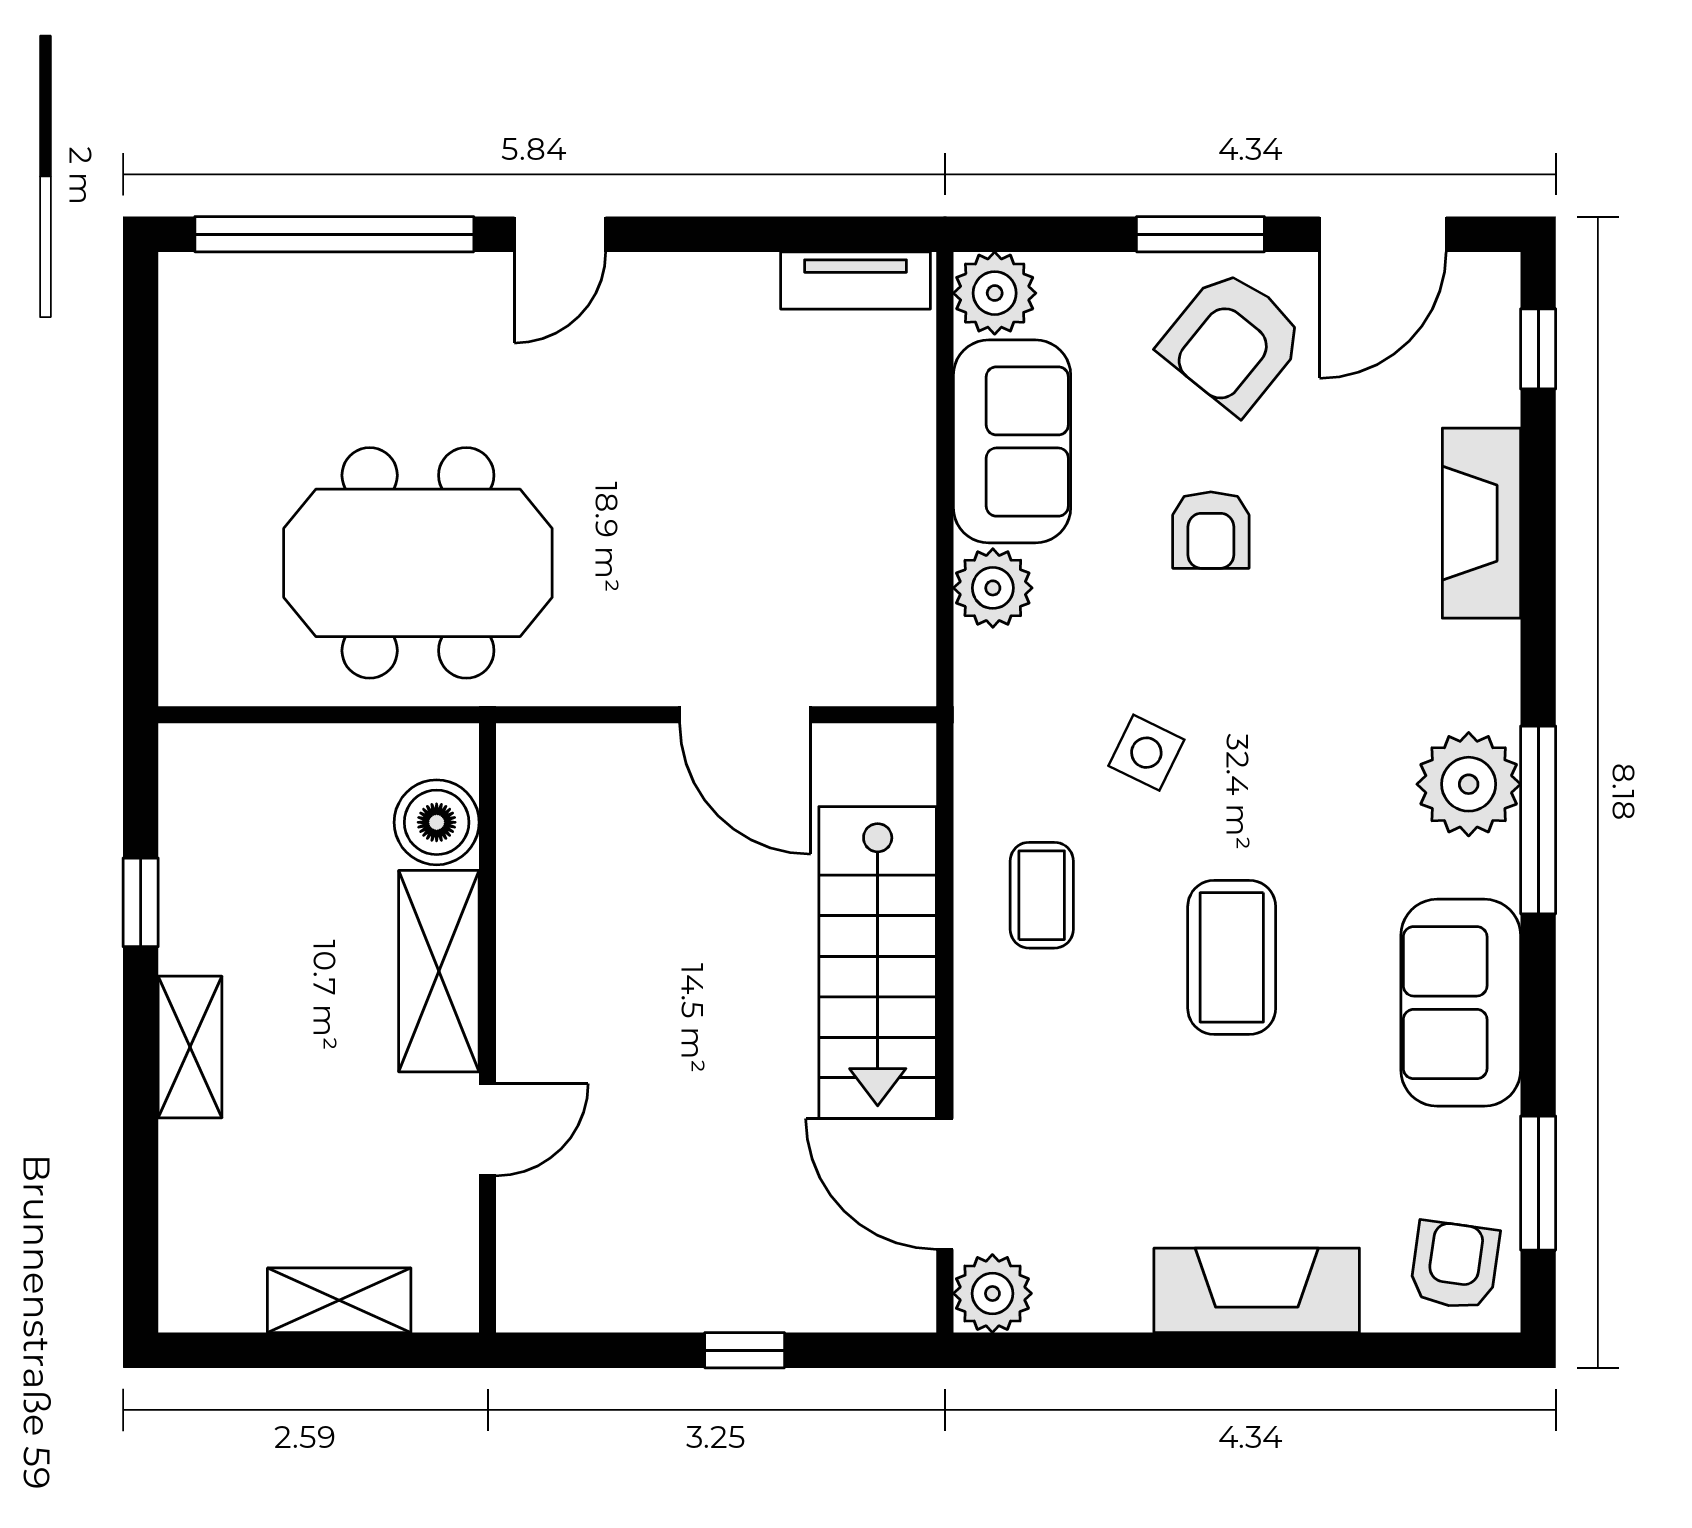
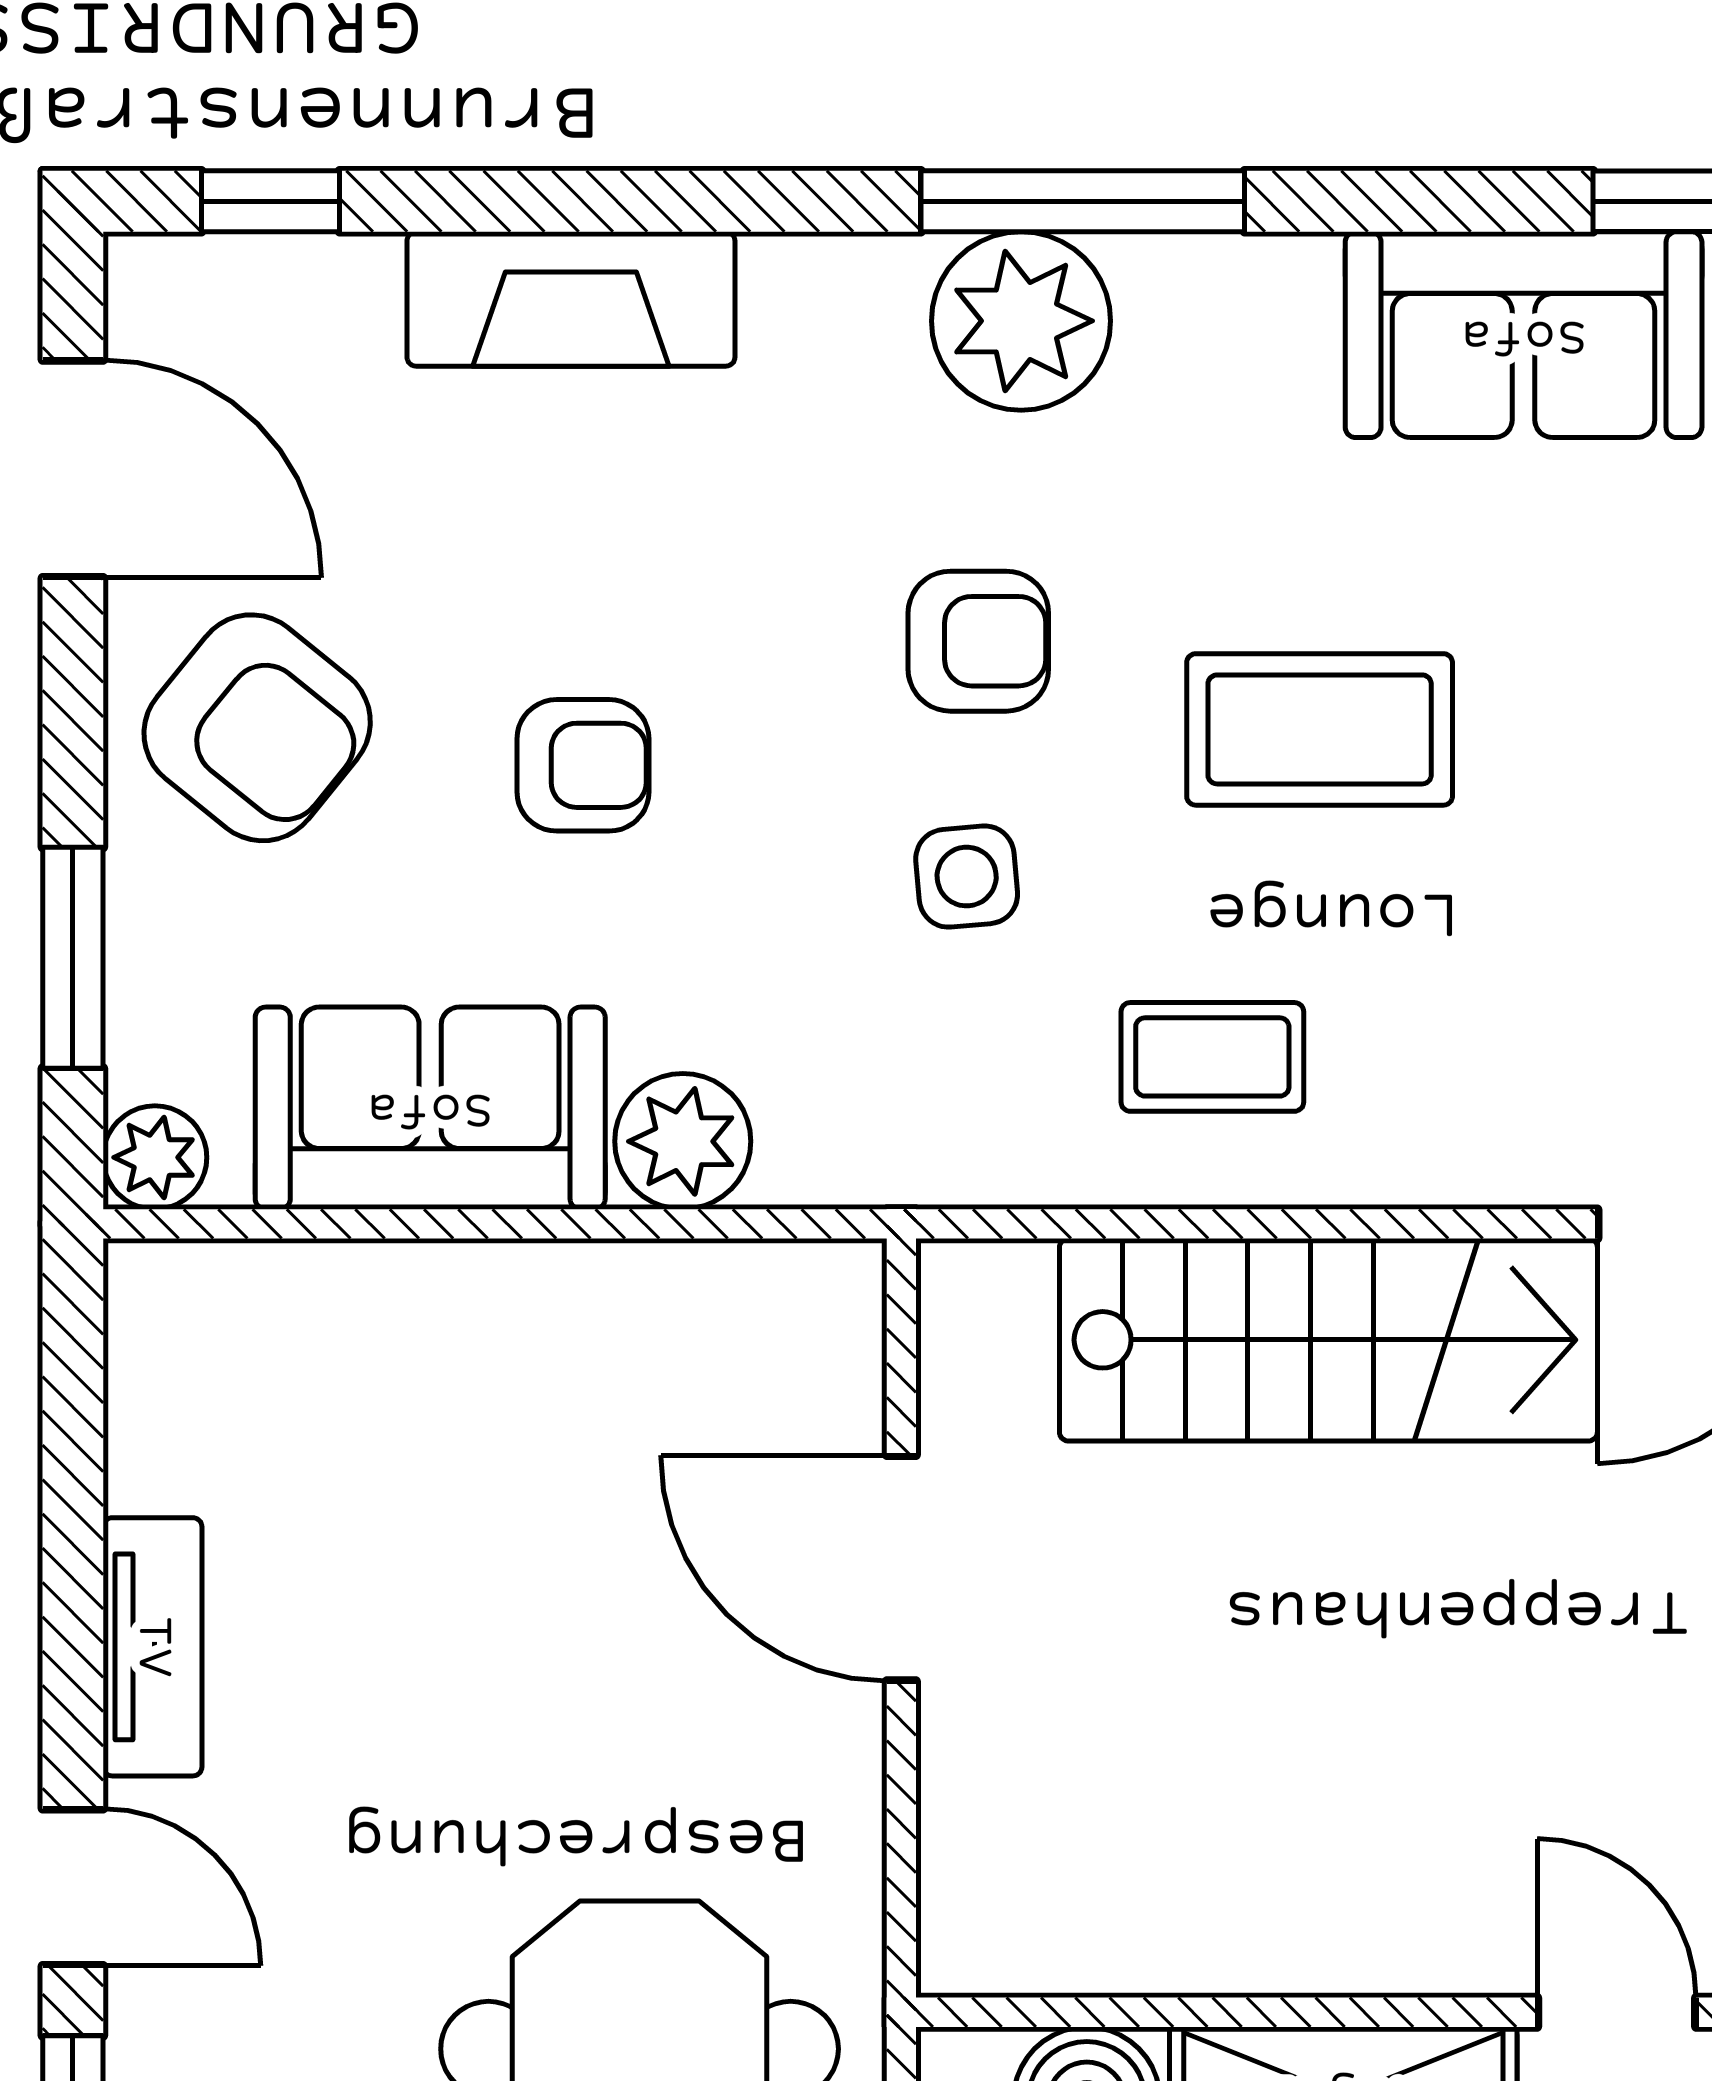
window: (1200, 234) -> (73, 958), moved
tv unit: (855, 280) -> (153, 1647), moved
plant: (995, 293) -> (155, 1157), width x0.73, depth x0.73
door: (745, 715) -> (901, 1568), swing flipped
side table: (1146, 753) -> (967, 877), turned -31
armchair: (1283, 759) -> (978, 641), added
sofa: (1461, 1003) -> (1524, 335), moved

